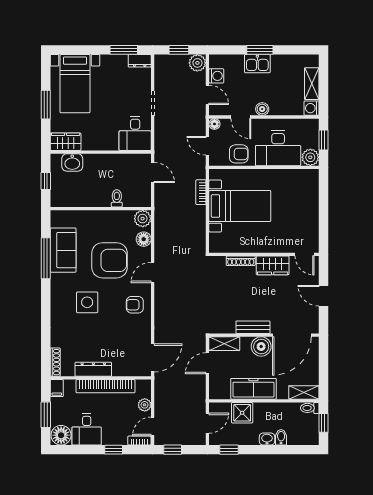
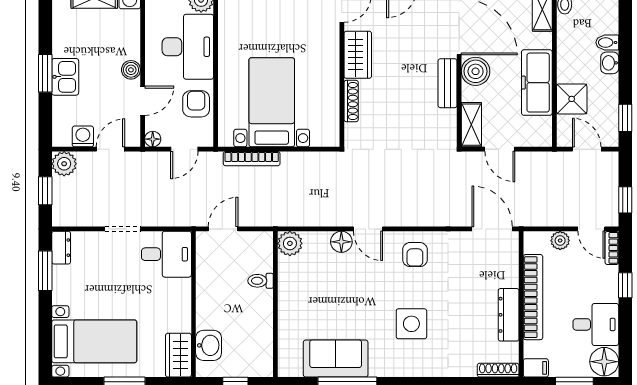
bookcase: (201, 192) -> (252, 159), width x1.56
floor lamp: (144, 239) -> (341, 242), moved
armchair: (110, 260) -> (351, 291), removed

